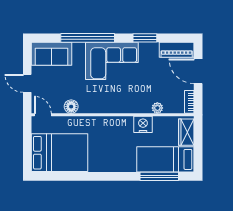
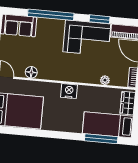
corner sofa: (112, 61) -> (87, 38), moved
nightstand: (143, 124) -> (69, 91), moved

